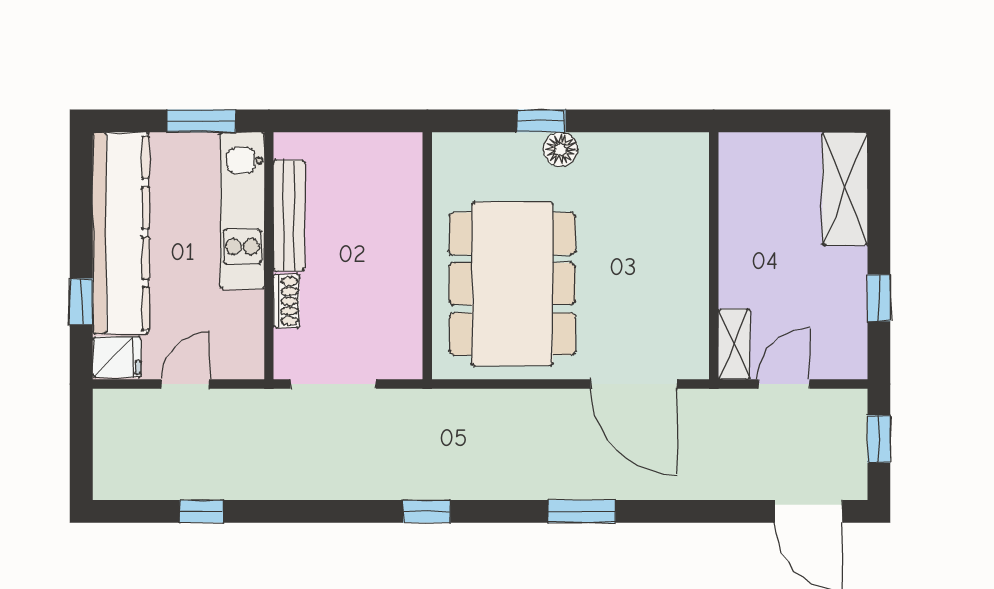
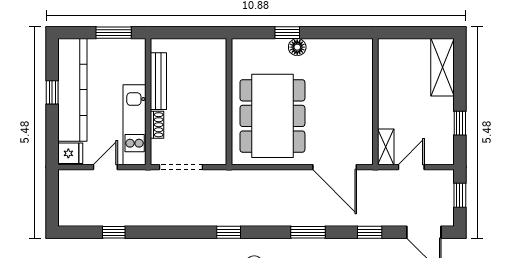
kitchen unit: (242, 211) -> (135, 125), moved
window: (81, 302) -> (52, 92), moved
window: (702, 511) -> (370, 232), added

